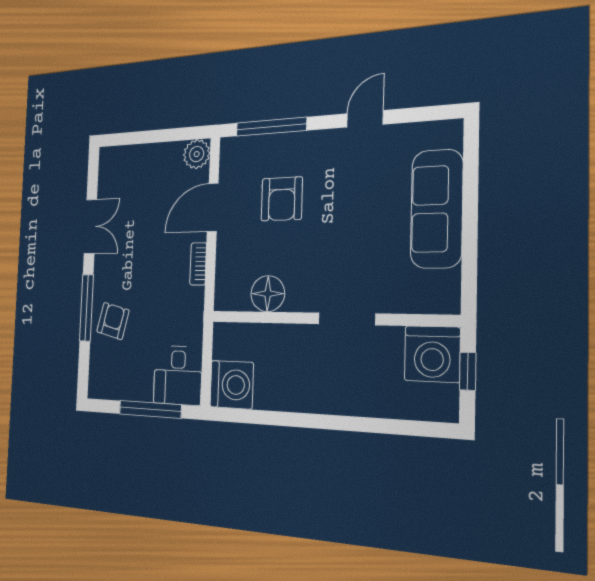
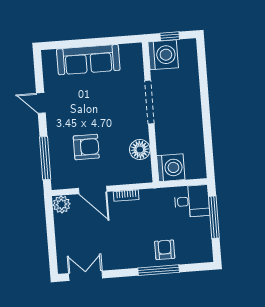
double door: (90, 226) -> (86, 276), moved
doorway: (347, 319) -> (150, 102), width x1.36
armchair: (113, 321) -> (165, 250), turned 76
washing machine: (232, 385) -> (171, 168), moved, turned 90

